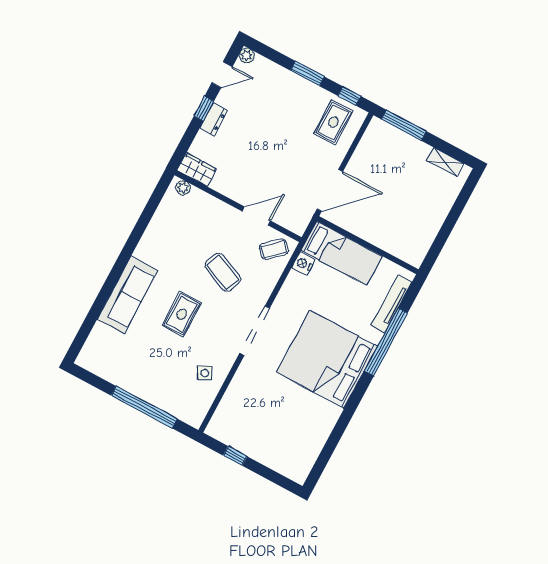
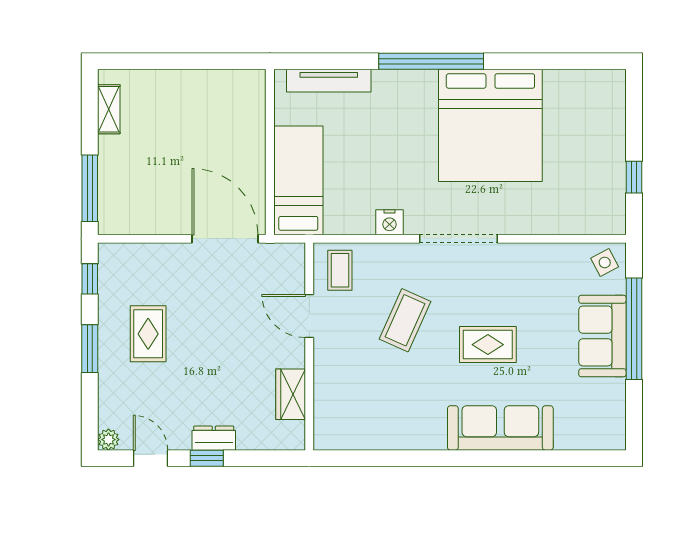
rug: (333, 122) -> (148, 334), moved, turned 90
wardrobe: (197, 170) -> (291, 394), moved
plant: (183, 188) -> (324, 430), removed
coffee table: (274, 249) -> (340, 270), turned 42
nightstand: (303, 264) -> (389, 222), moved
window: (386, 342) -> (431, 61), moved
bed: (327, 359) -> (490, 125), moved
side table: (205, 373) -> (605, 262), moved
sofa: (150, 386) -> (602, 336), added

